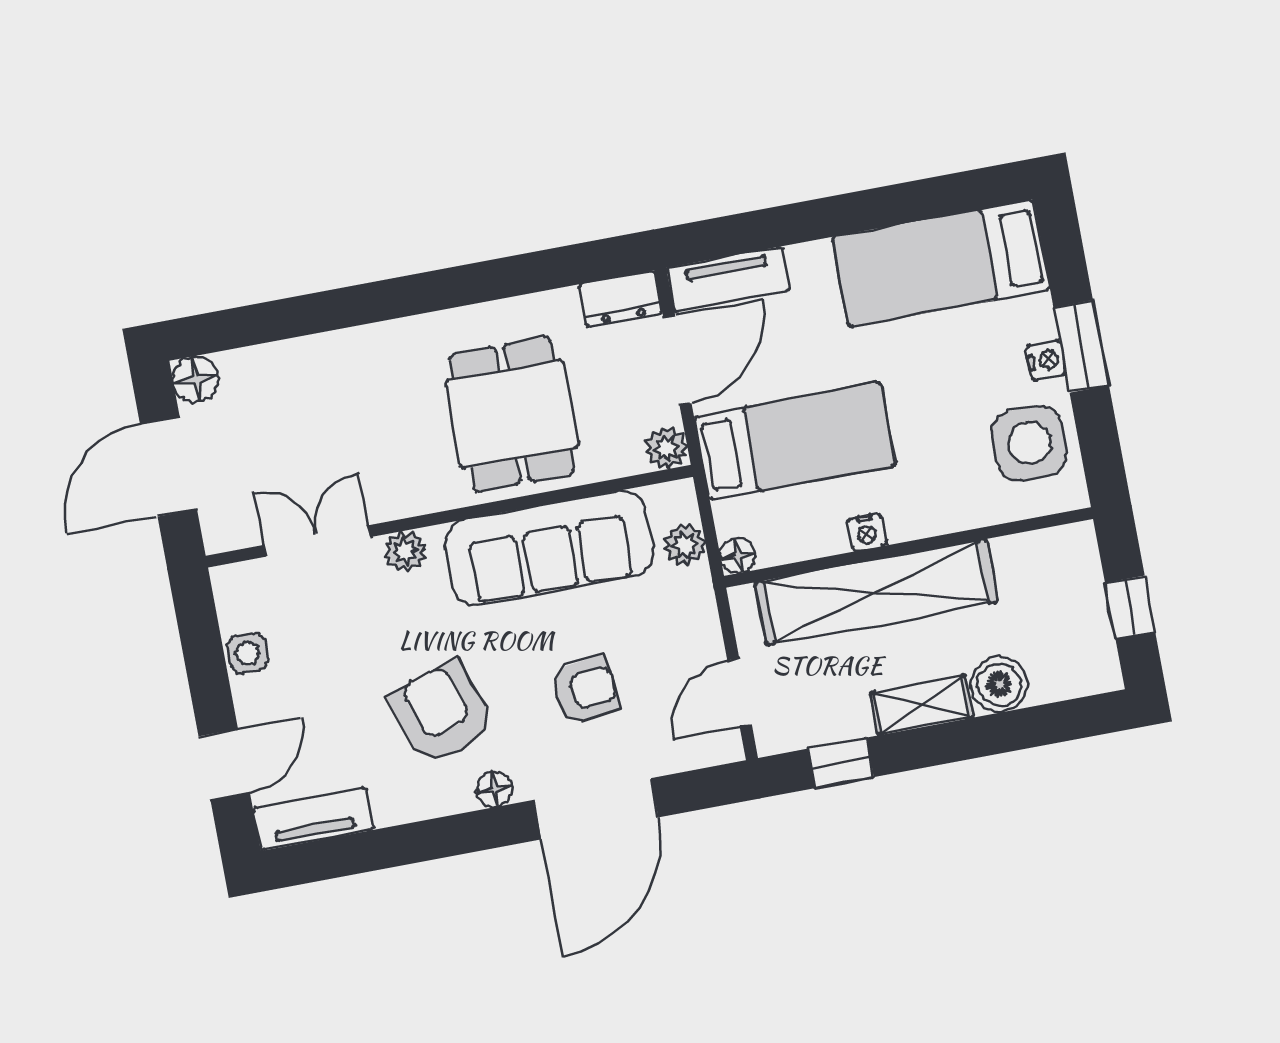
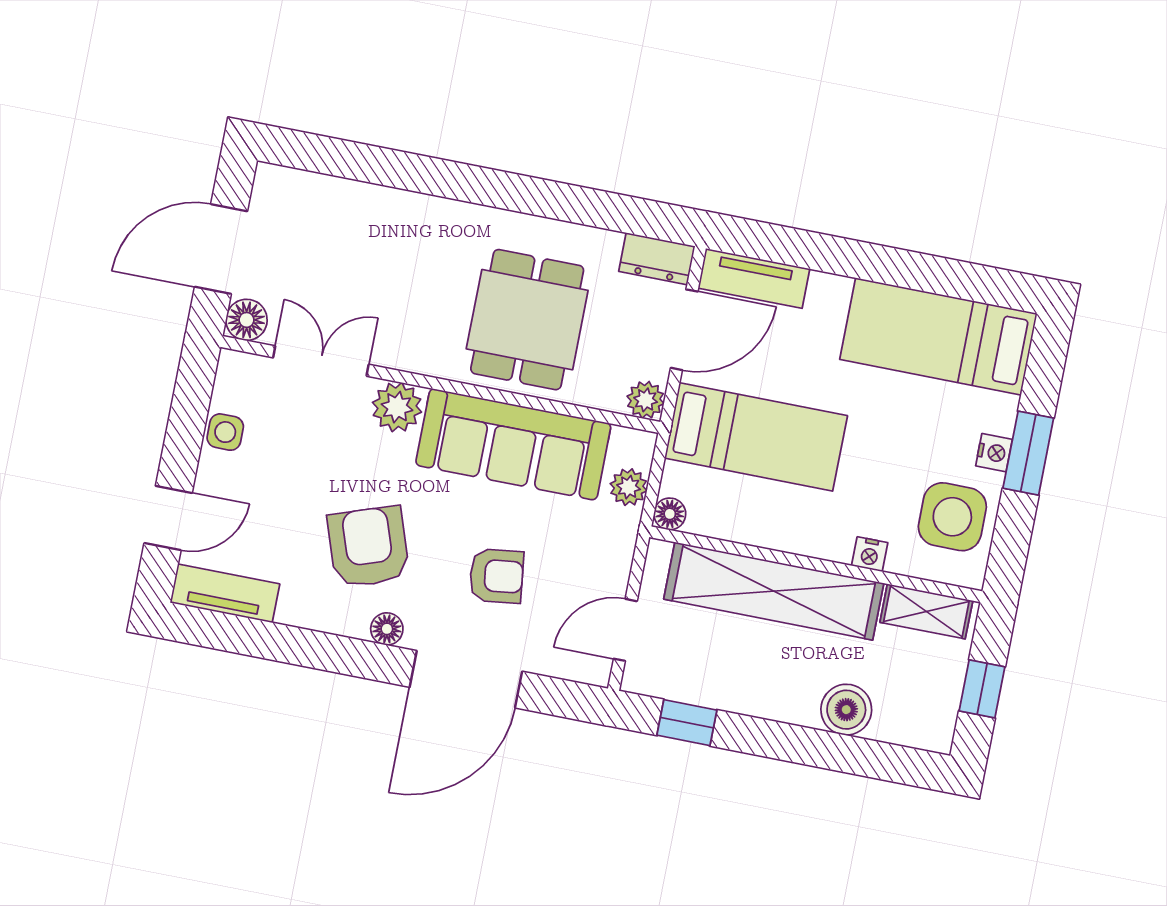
floor lamp: (196, 379) -> (247, 320), moved
nightstand: (867, 533) -> (870, 554), moved
plant: (405, 551) -> (397, 407), width x1.38, depth x1.38
shelving: (922, 705) -> (926, 611), moved

